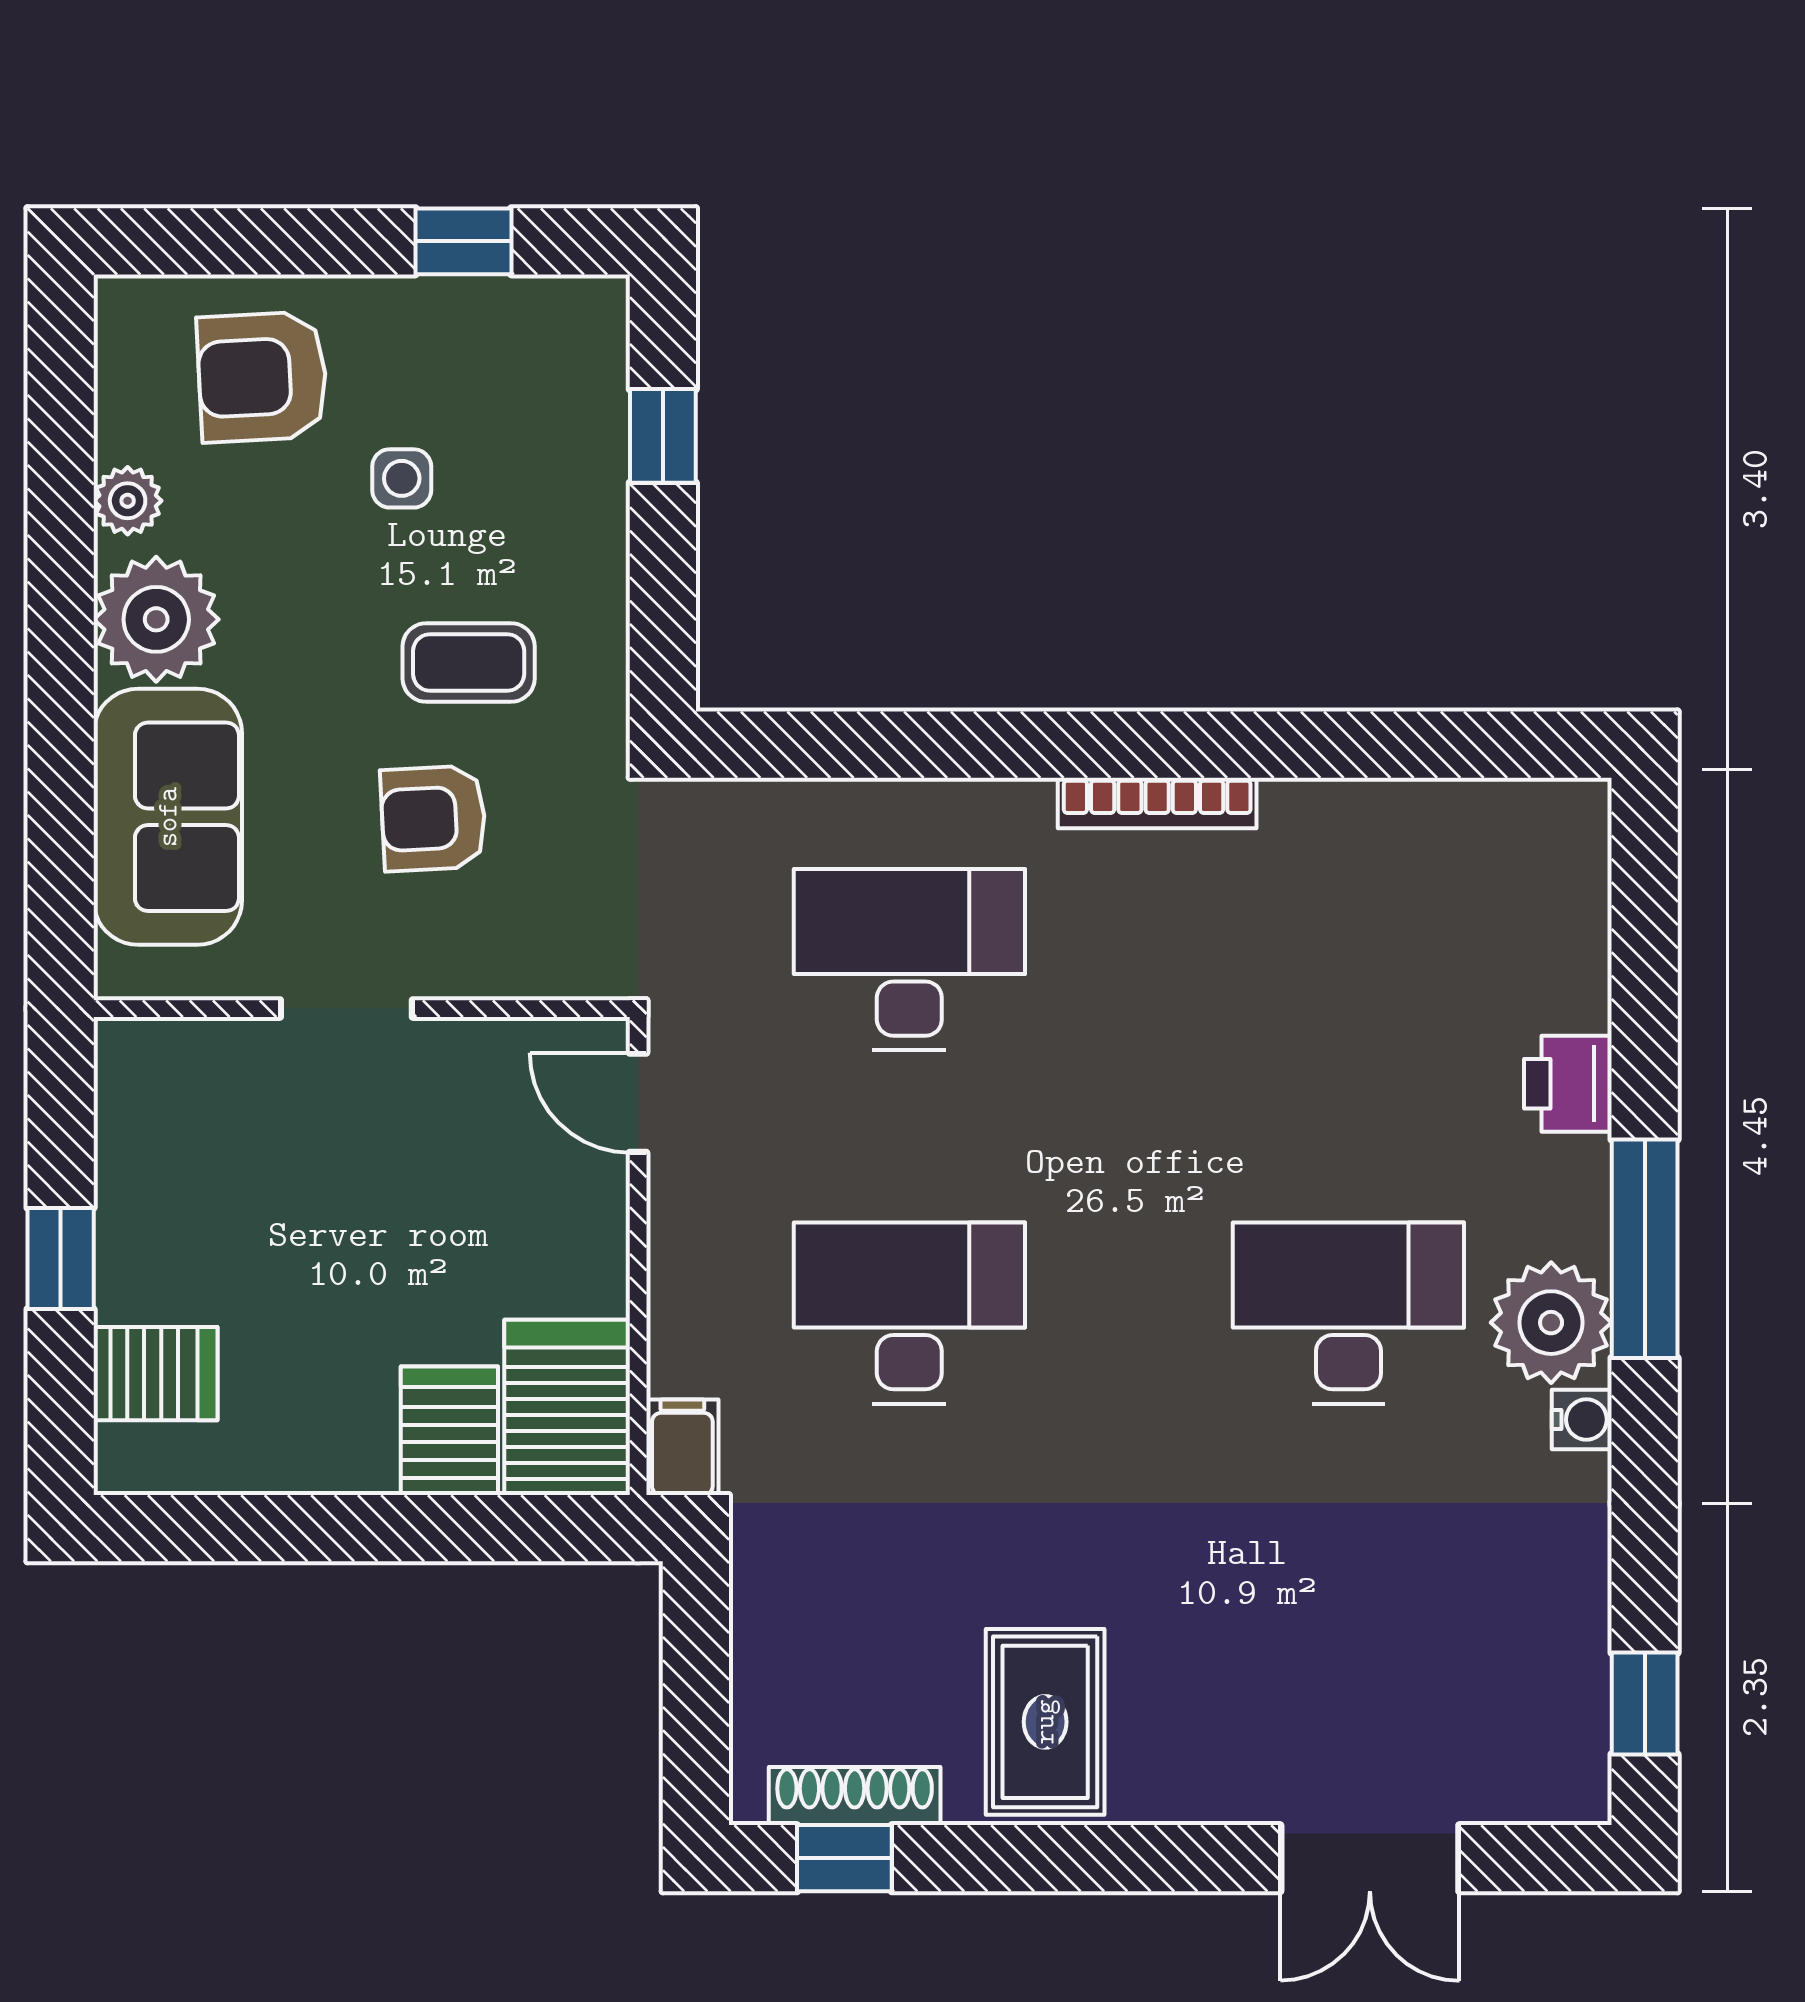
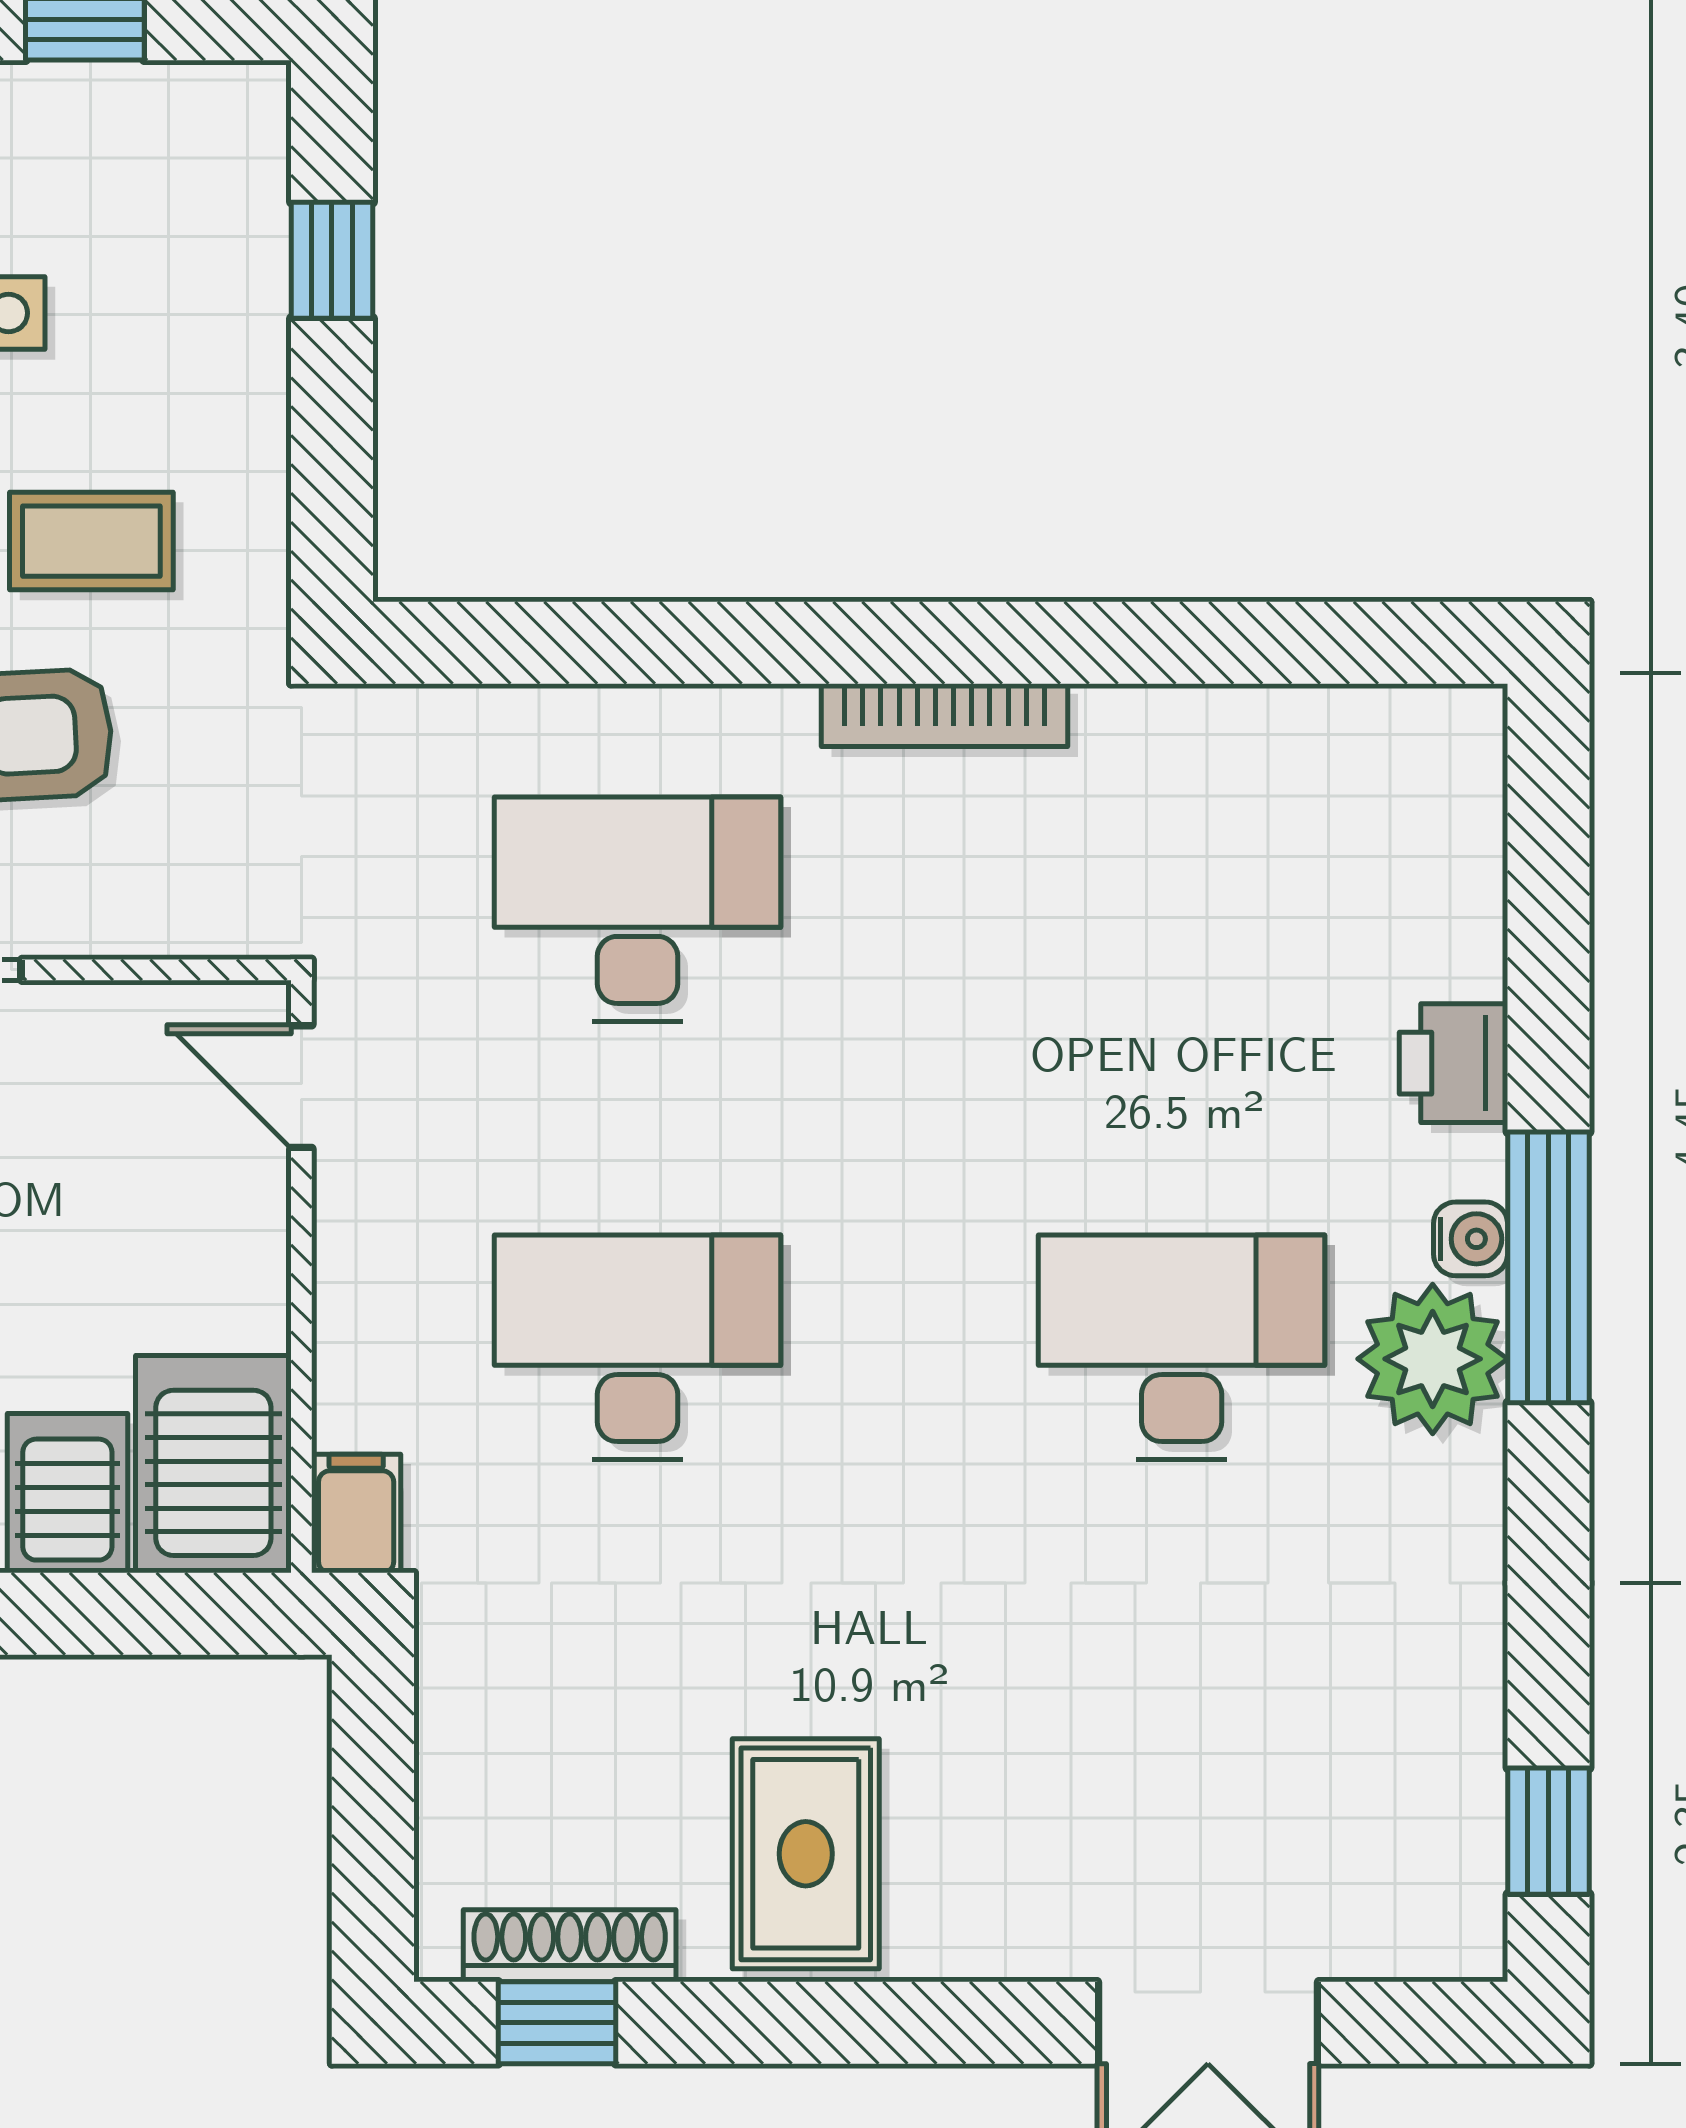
water cooler: (1582, 1420) -> (1471, 1239), moved

